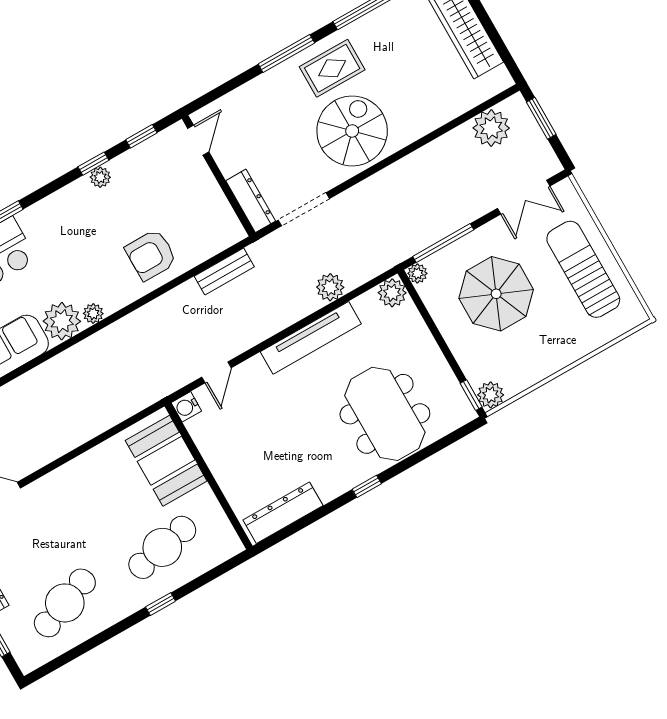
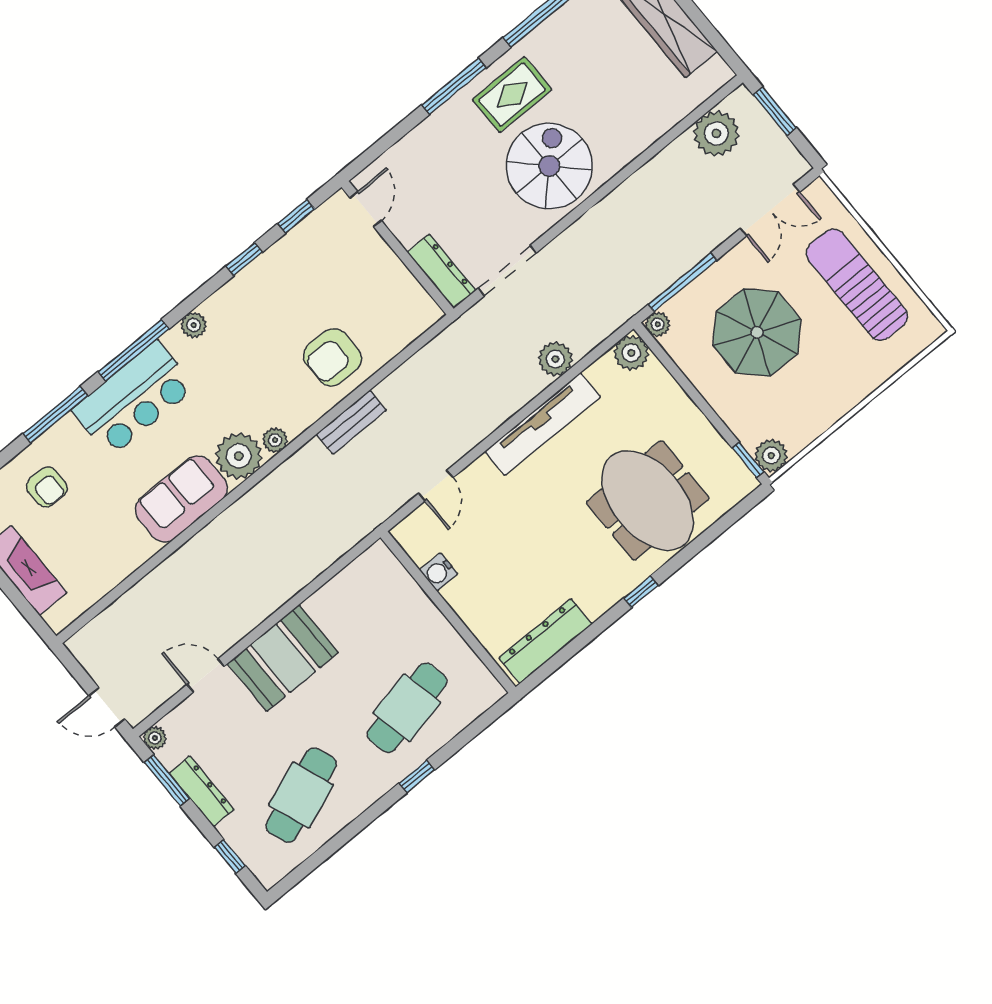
plant: (100, 177) -> (194, 325), moved
bench: (224, 271) -> (351, 422), moved
water cooler: (186, 407) -> (439, 572), moved
booth: (166, 461) -> (283, 658), moved, turned 90

